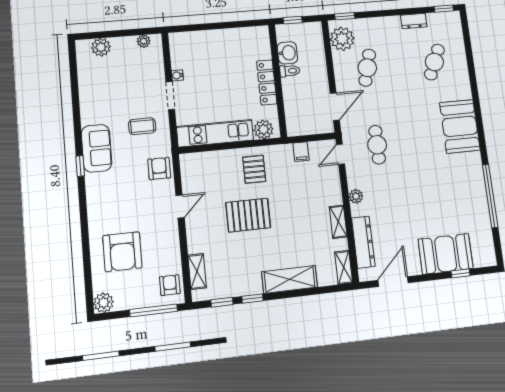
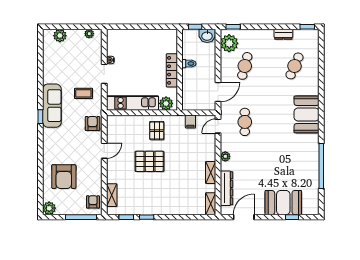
washbasin: (287, 53) -> (207, 36), moved, turned 90
sofa: (96, 148) -> (52, 106), width x1.36
shelving: (290, 279) -> (173, 207), removed

